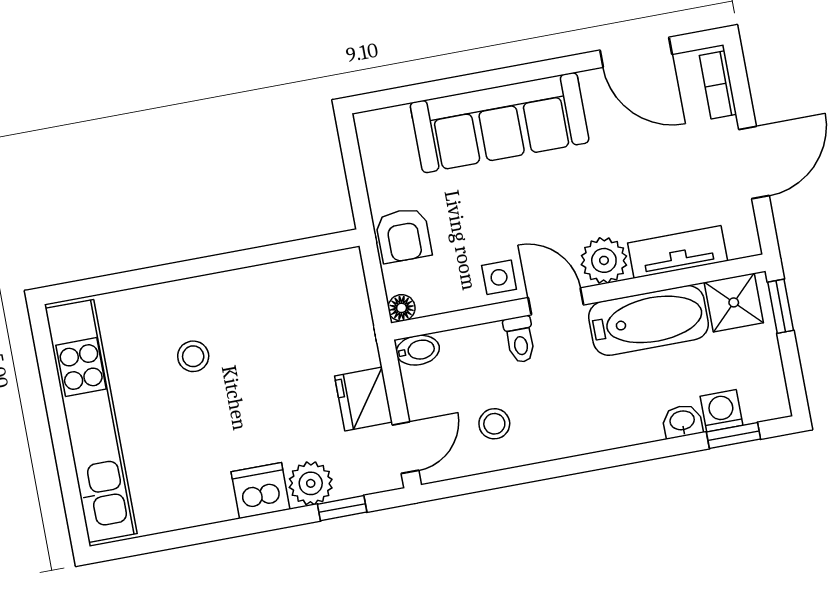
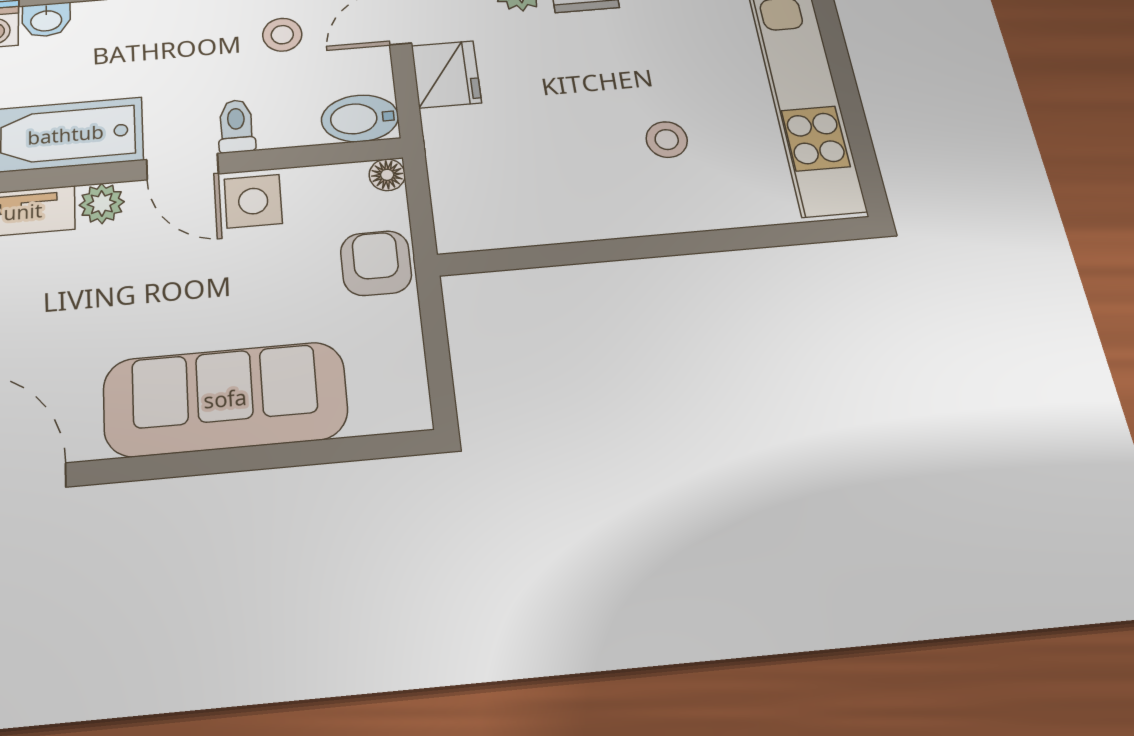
plant: (604, 260) -> (102, 203), width x0.73, depth x0.73
side table: (499, 277) -> (253, 201), width x1.37, depth x1.37
bidet: (418, 350) -> (360, 118), width x1.38, depth x1.36

